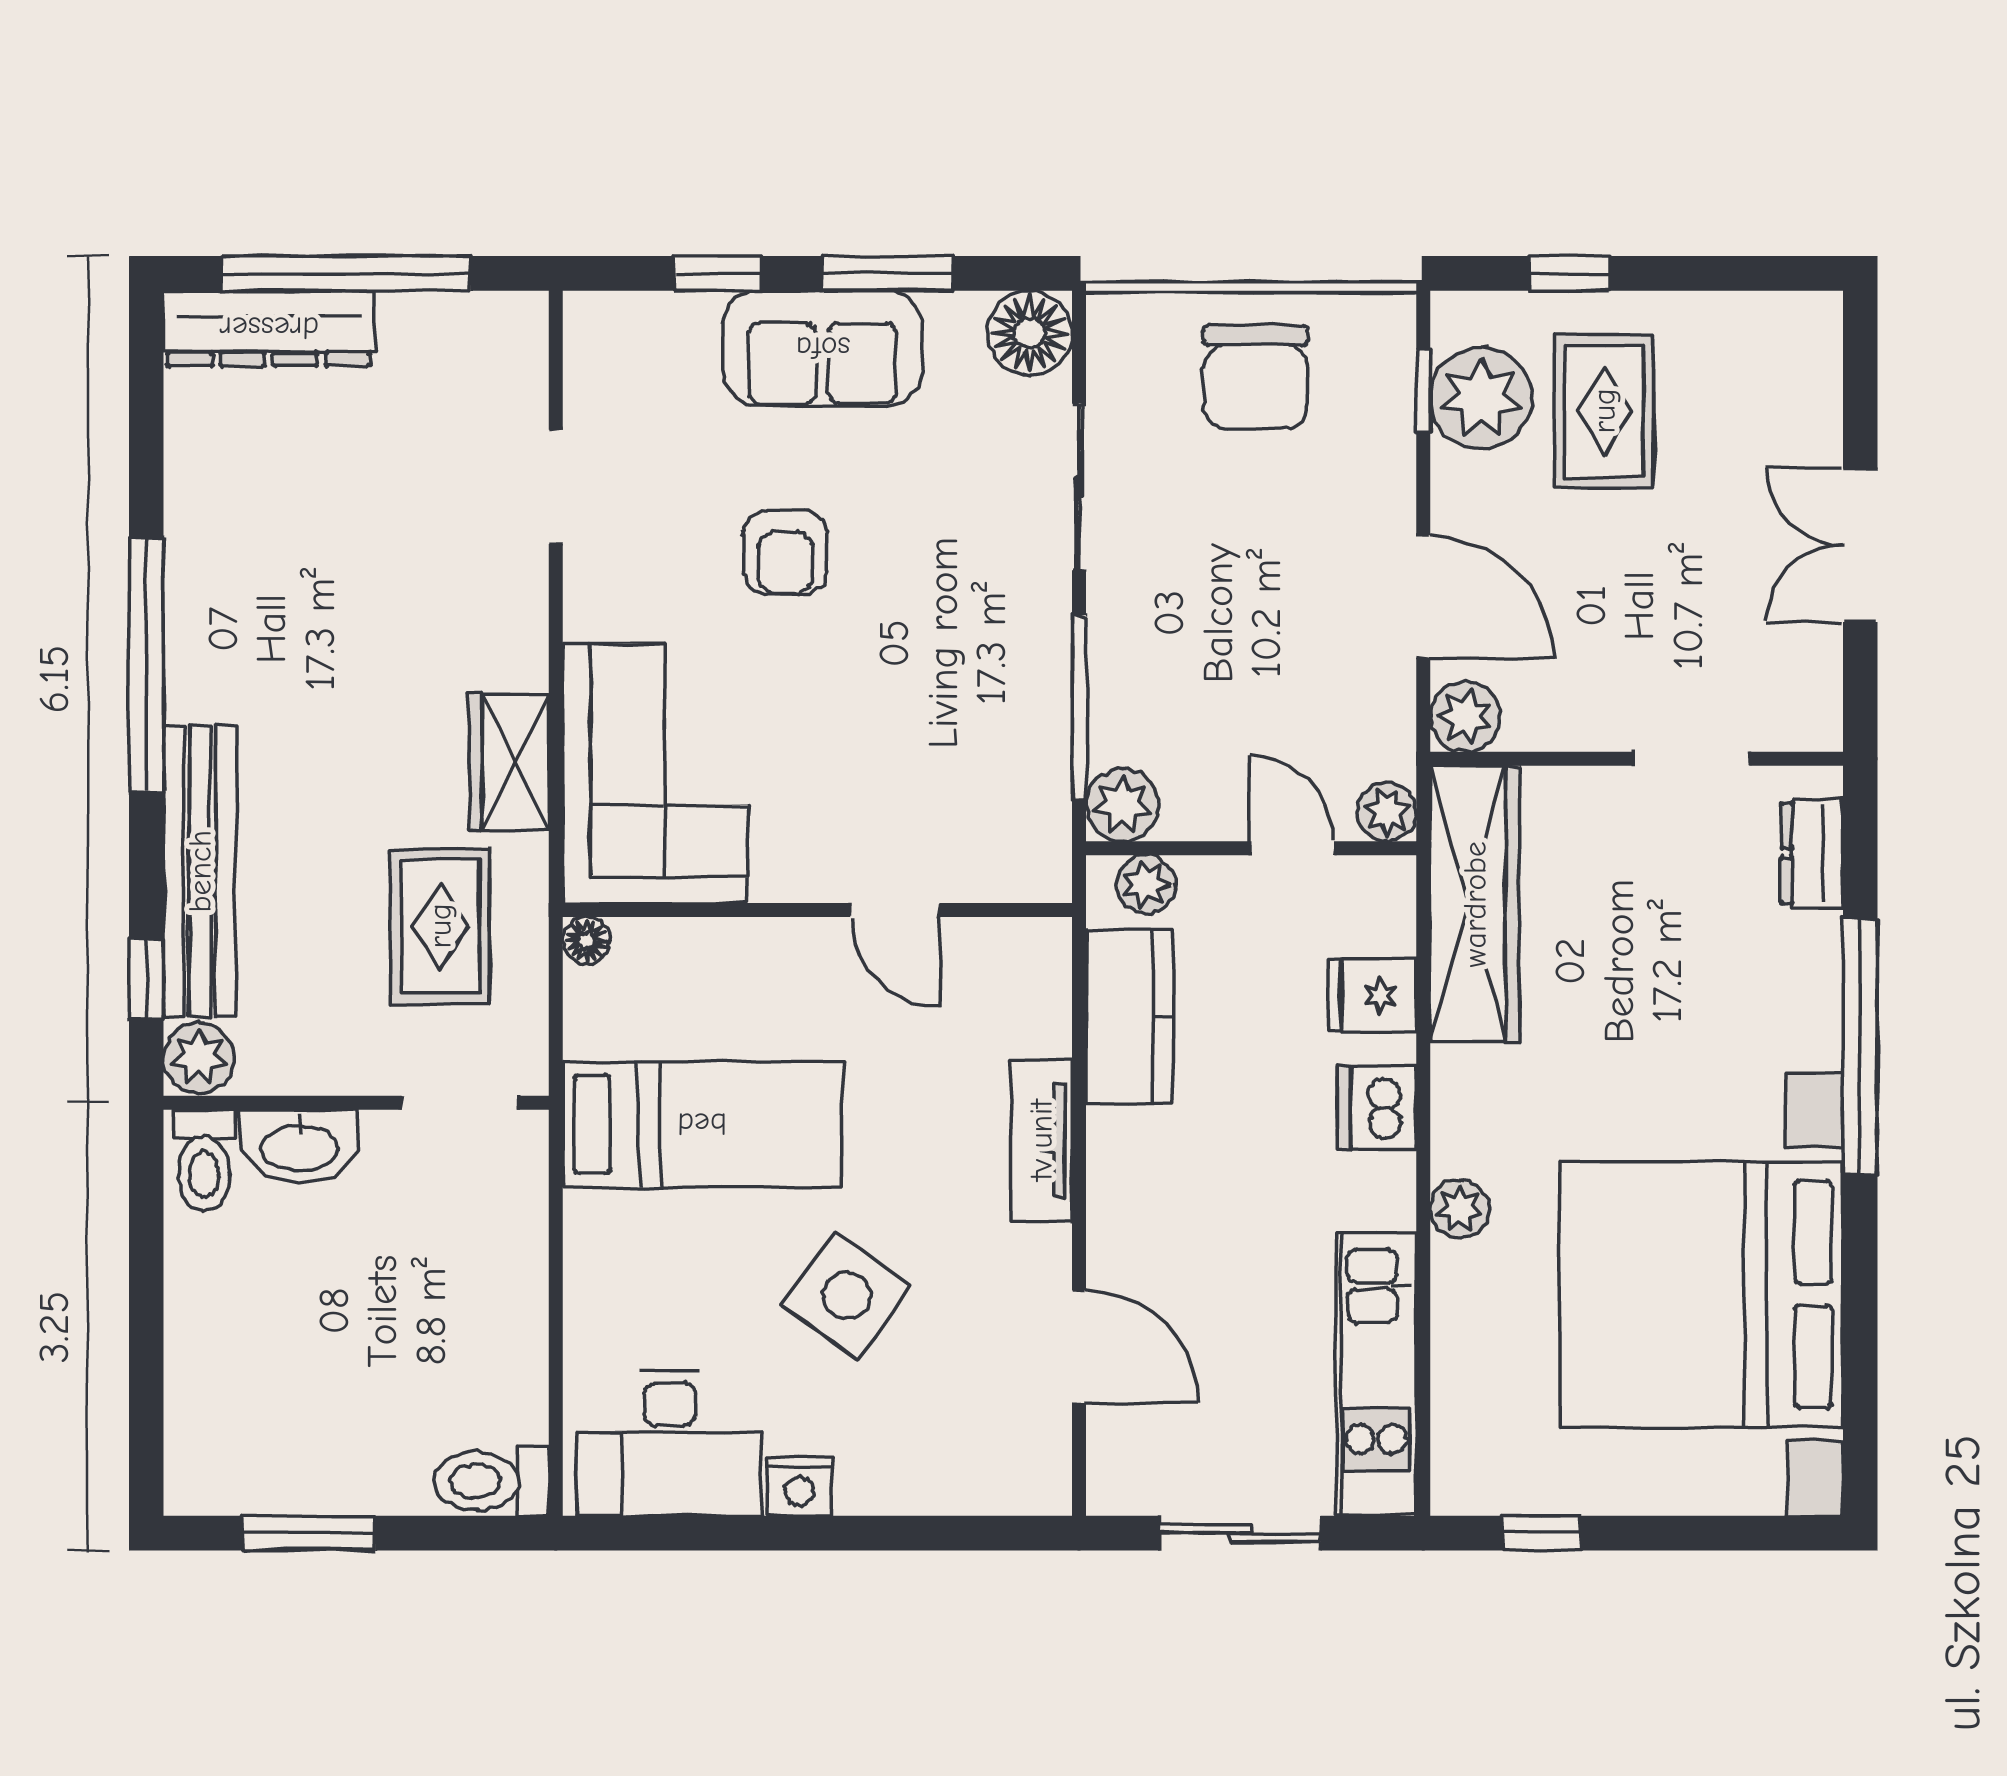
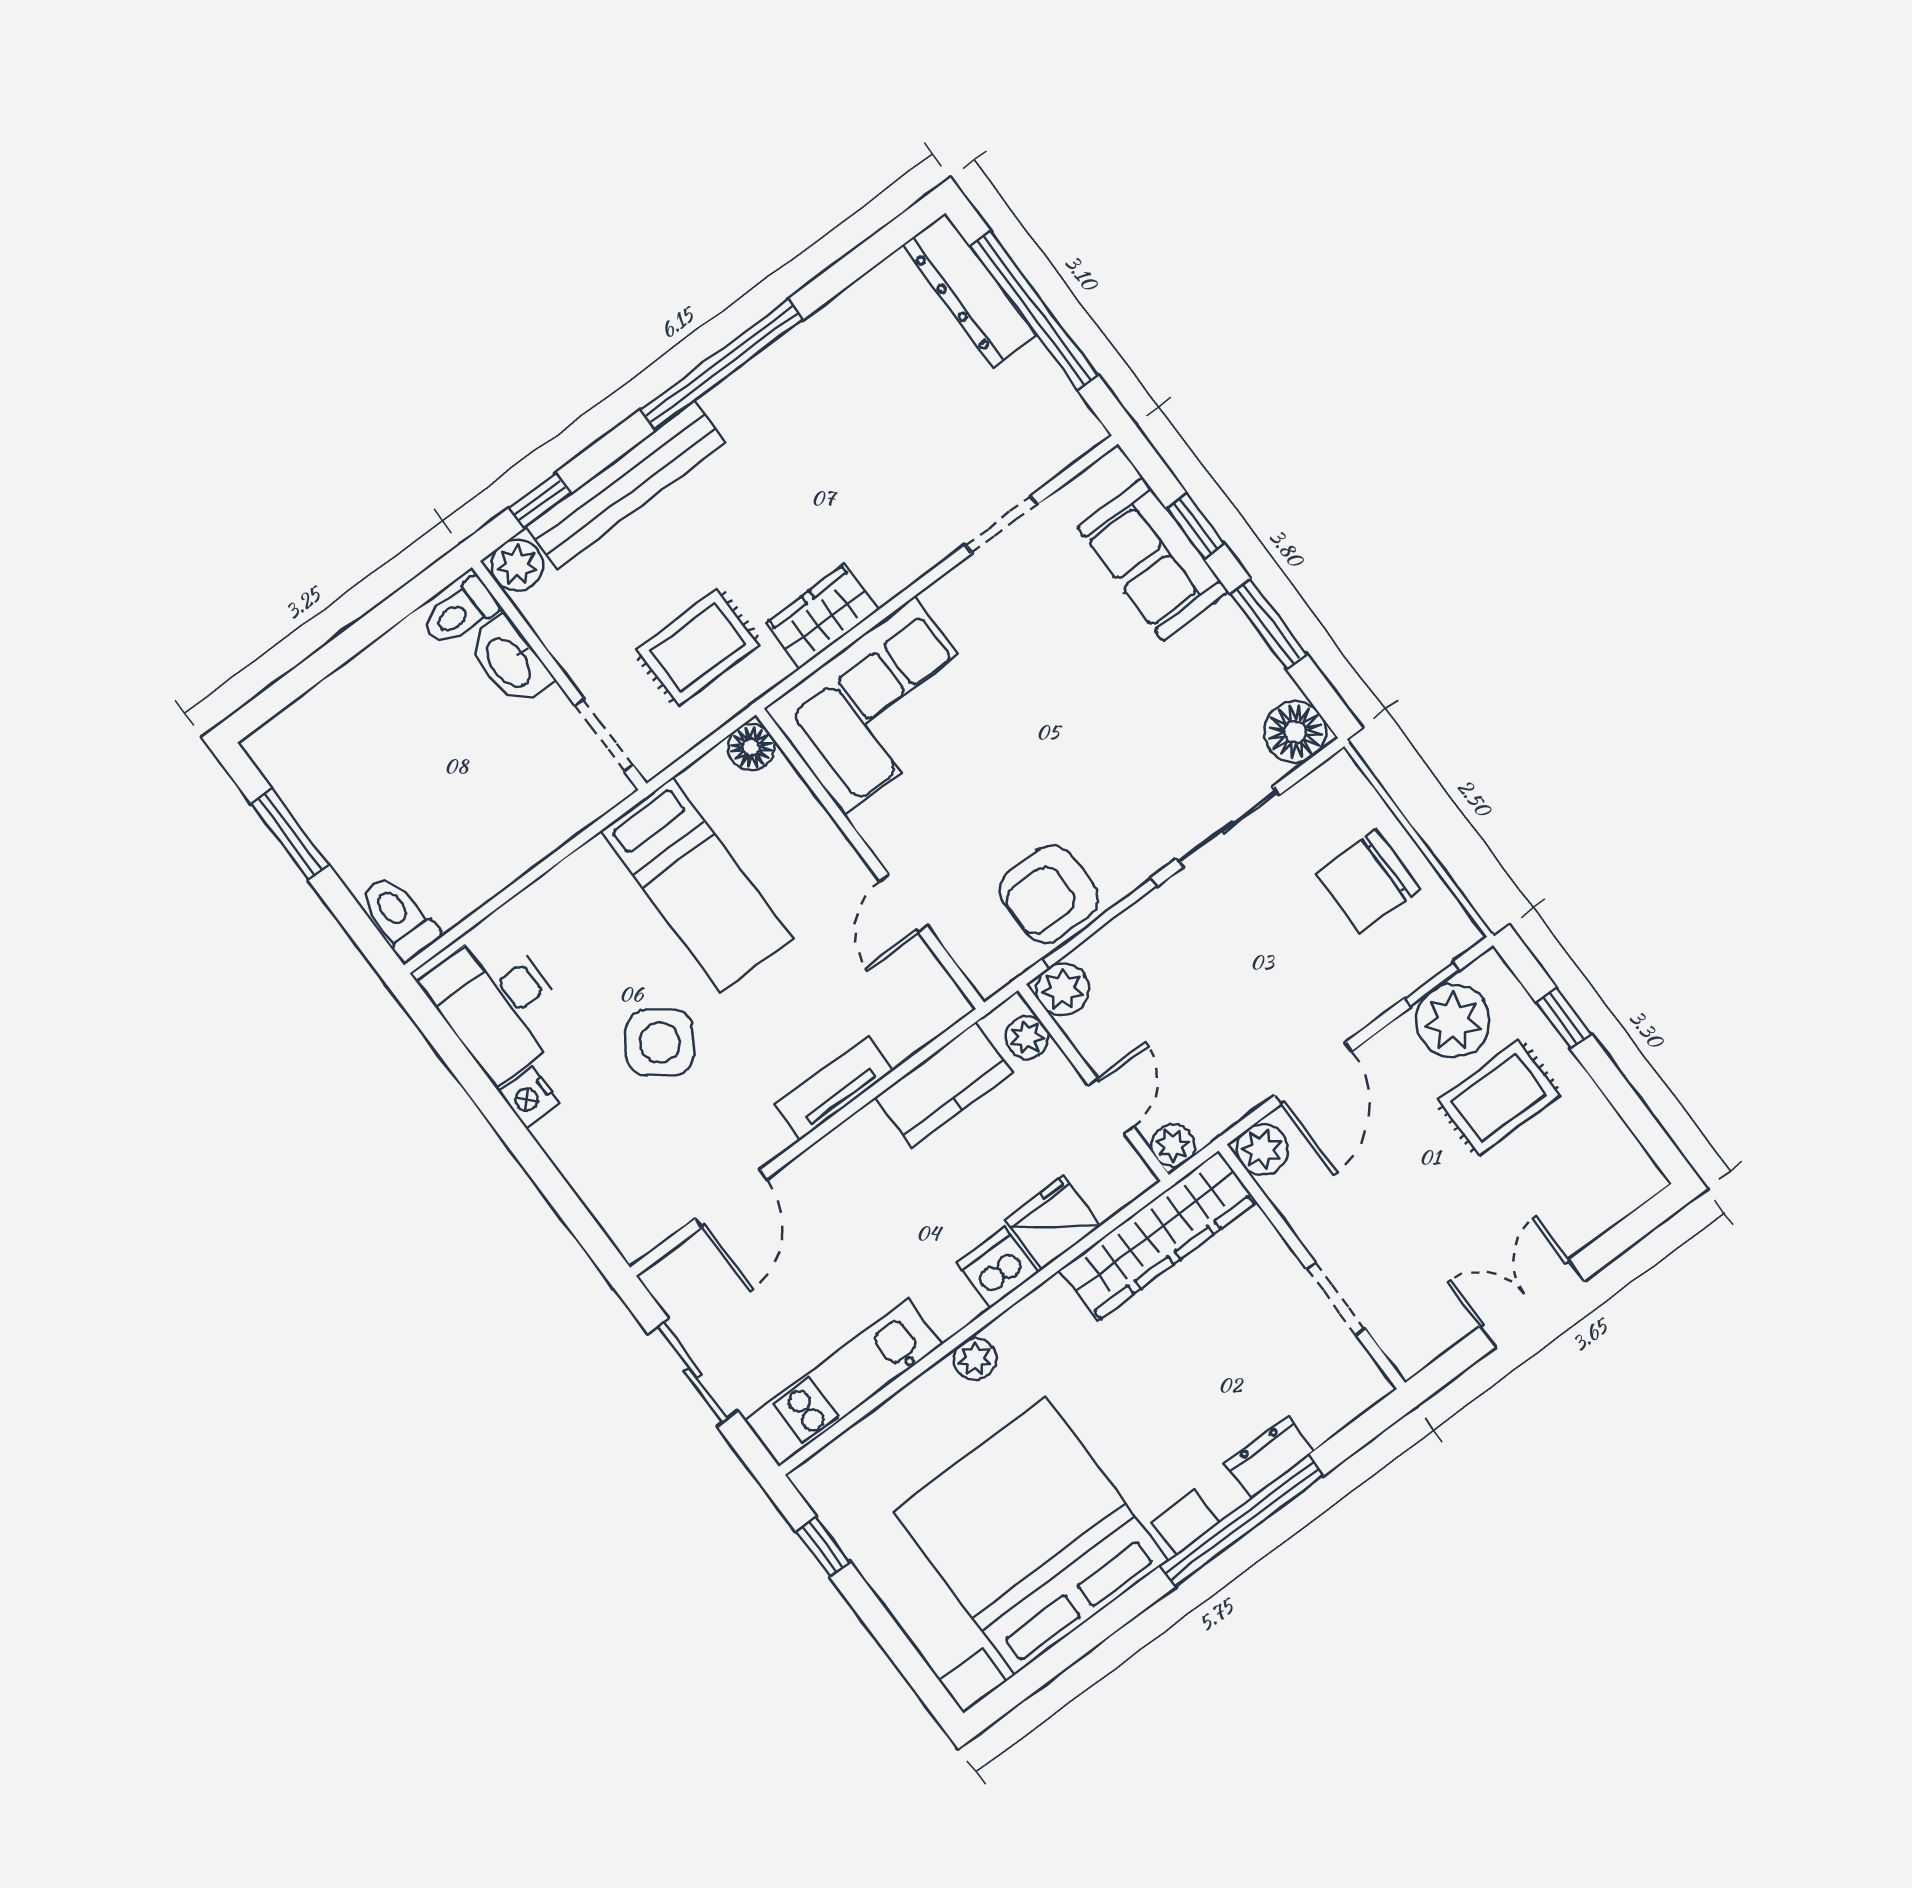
sofa: (823, 348) -> (1153, 559), moved
armchair: (786, 552) -> (1049, 894), moved, width x1.38, depth x1.38
dresser: (1812, 853) -> (1269, 1457), moved
floor lamp: (586, 941) -> (751, 747), width x1.37, depth x1.37
fridge: (1372, 995) -> (1053, 1223), width x1.38

